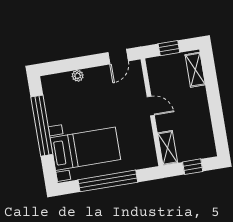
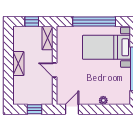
shelving: (195, 70) -> (18, 64), moved

